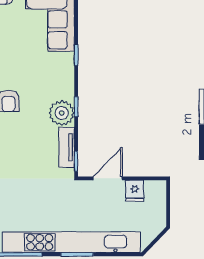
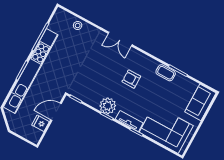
tv unit: (67, 147) -> (129, 121), moved
door: (108, 178) -> (56, 112), swing flipped

